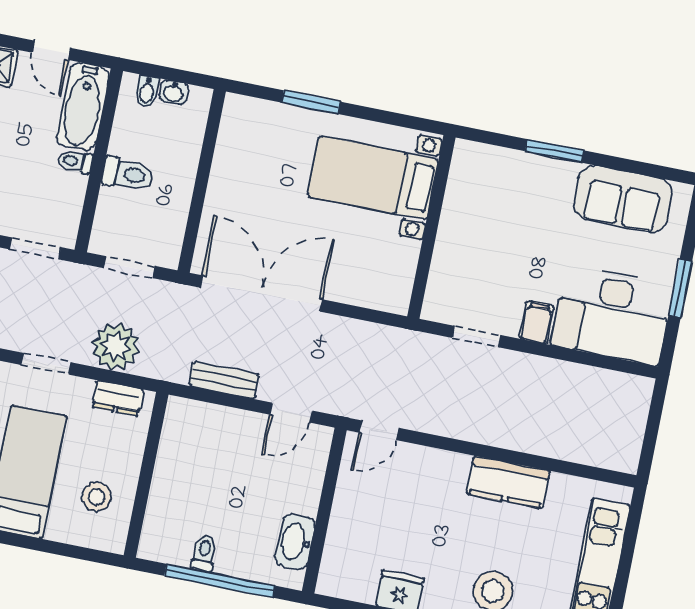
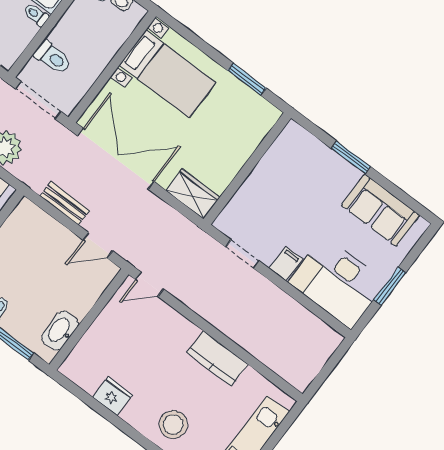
window: (311, 102) -> (247, 79), moved
toilet: (128, 174) -> (53, 57), moved
bed with nightstands: (373, 178) -> (168, 74), moved, turned 180
doorway: (129, 267) -> (38, 100), width x1.38
wardrobe: (379, 291) -> (193, 194), added

